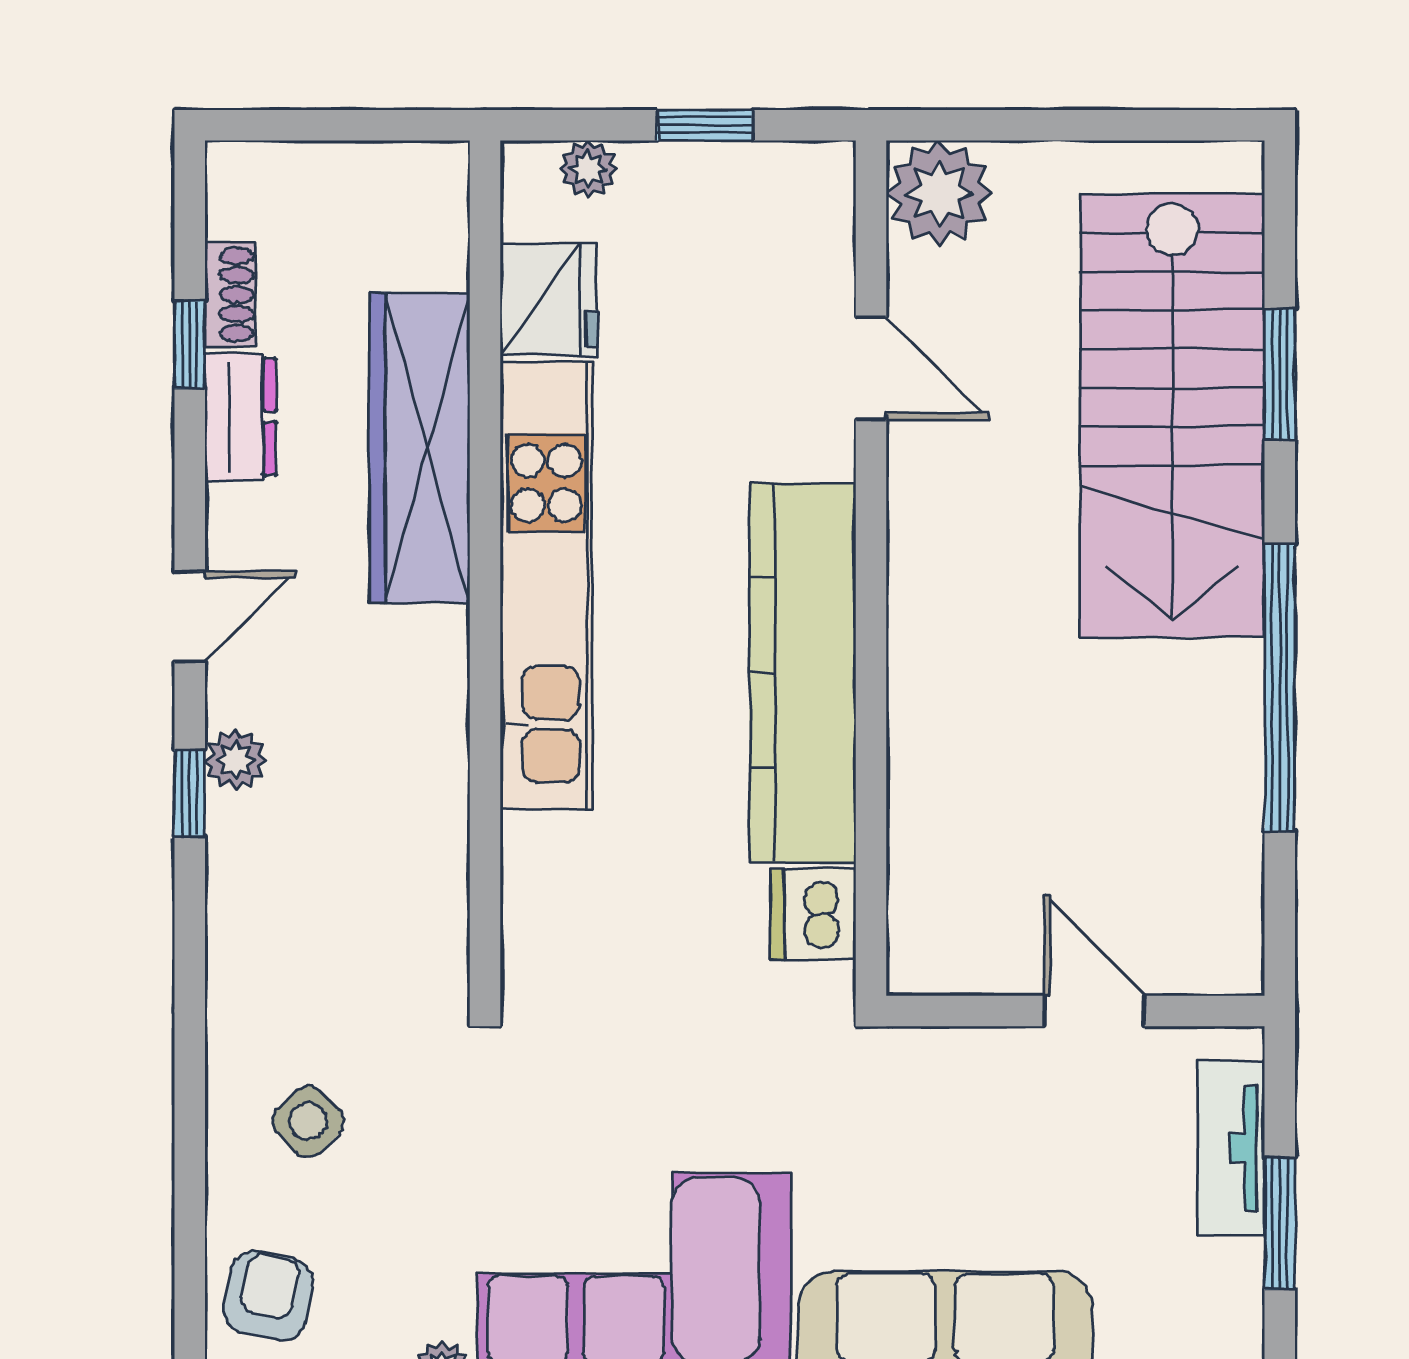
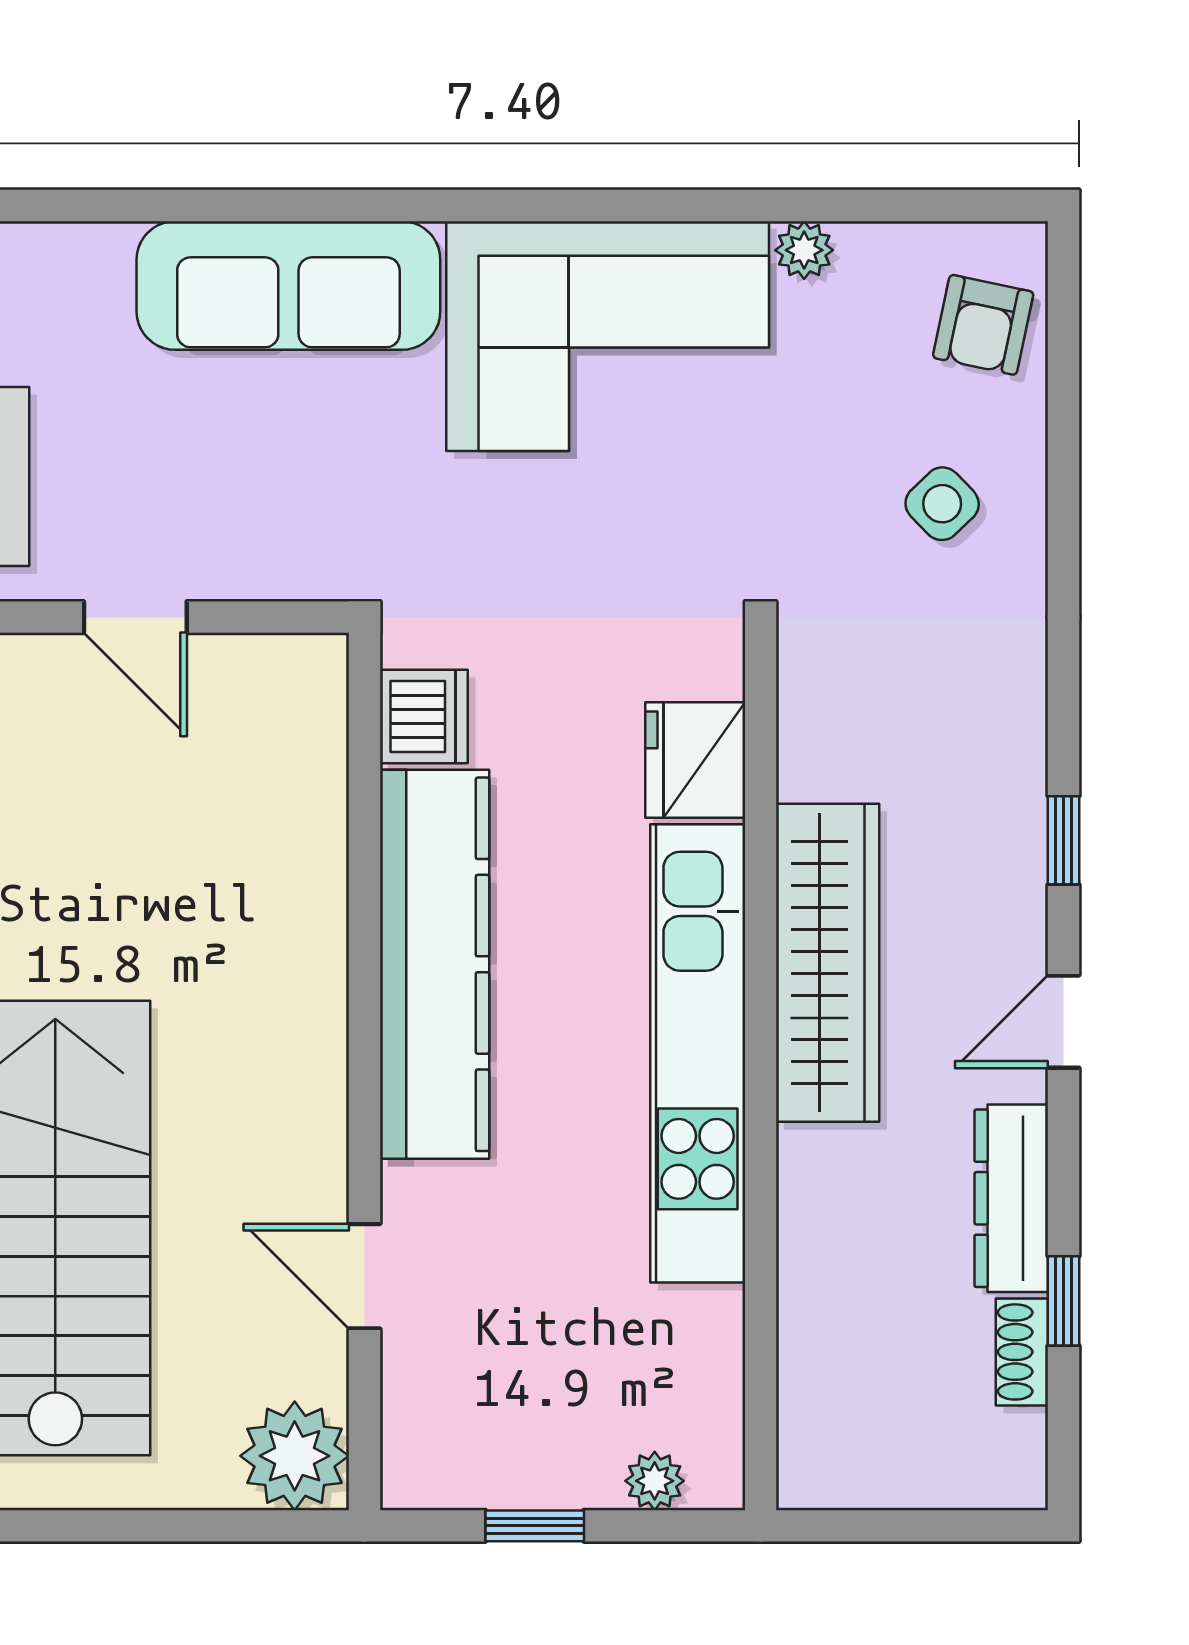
fridge: (549, 300) -> (695, 760), moved
dresser: (241, 417) -> (1011, 1198), width x1.44
wardrobe: (420, 448) -> (828, 963), moved
plant: (235, 760) -> (1016, 874), removed

